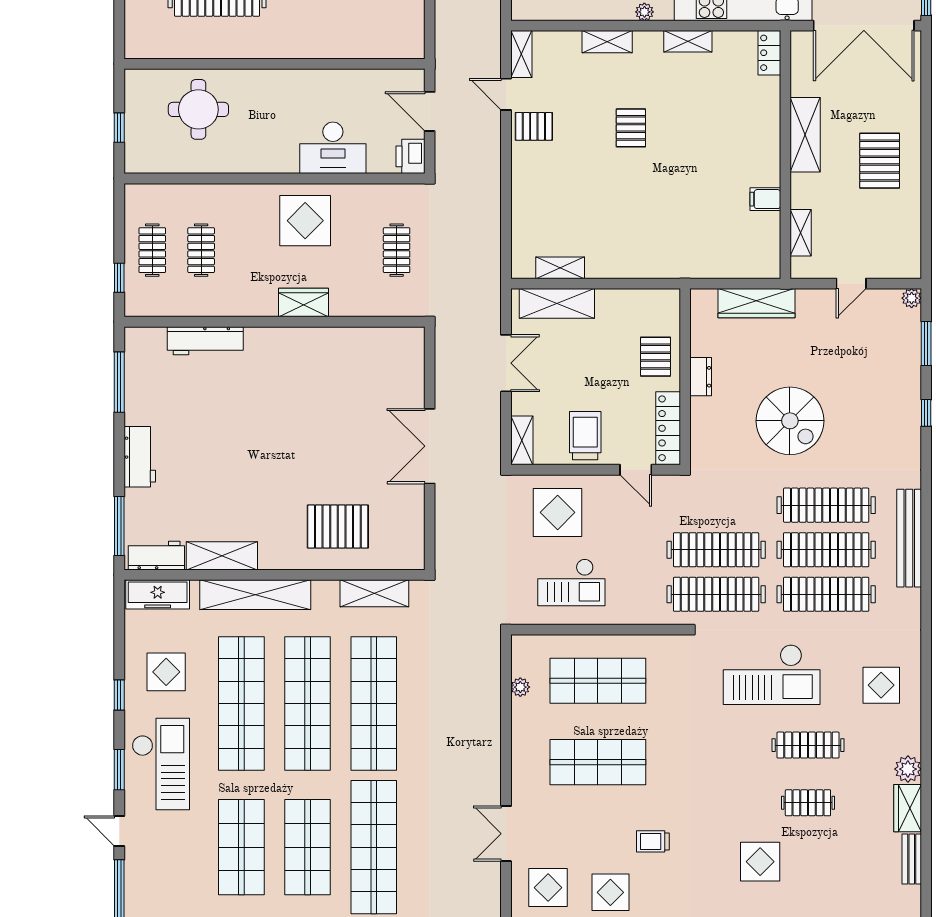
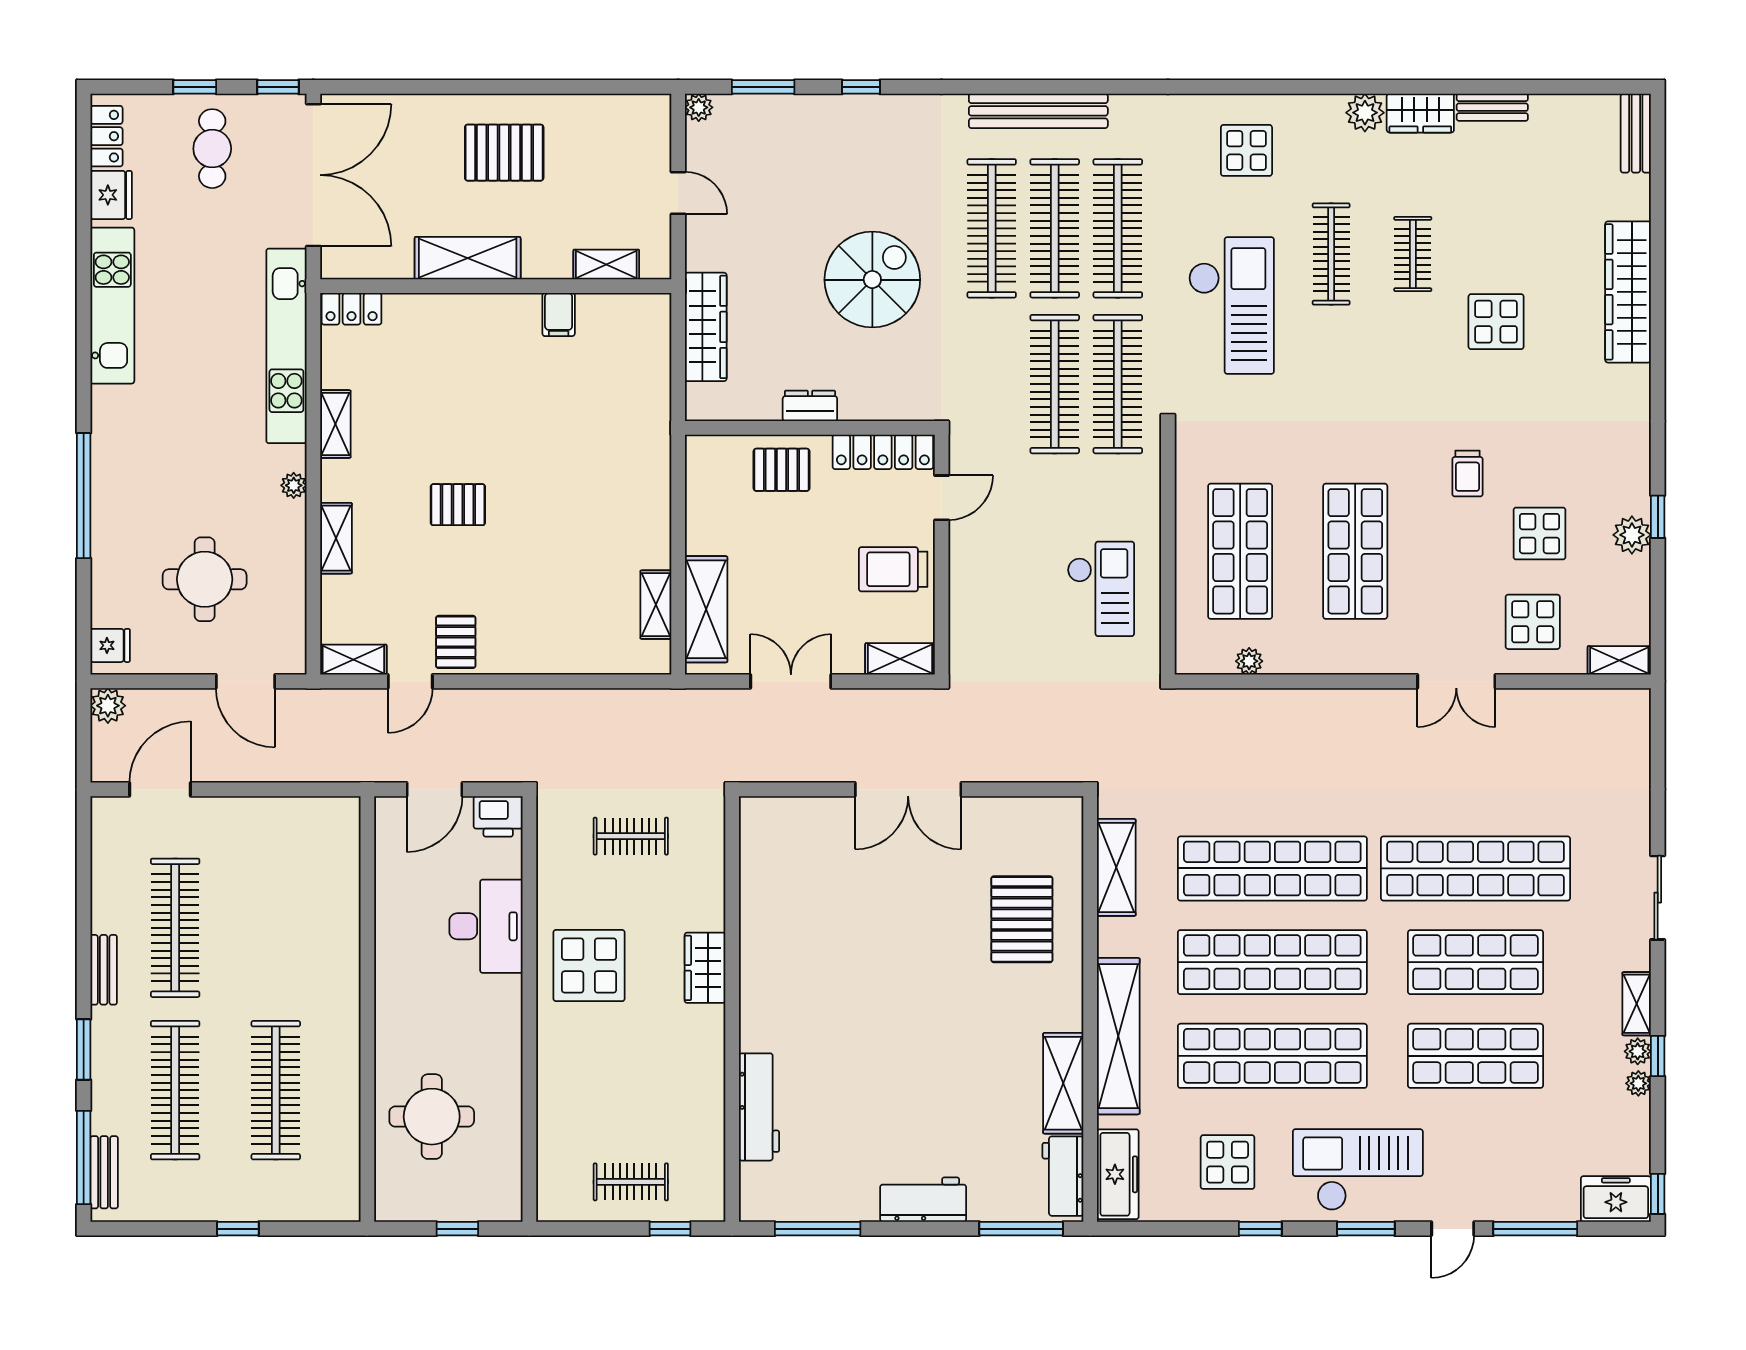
clothes rail: (201, 250) -> (631, 1113), removed
display table: (558, 512) -> (1002, 608), removed

